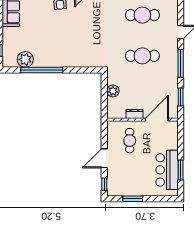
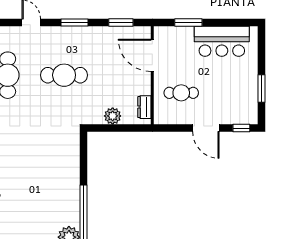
cafe table: (142, 56) -> (64, 75), turned 90
window: (181, 63) -> (75, 22), width x0.69
dresser: (135, 114) -> (144, 107), moved
window: (181, 170) -> (188, 22), moved

